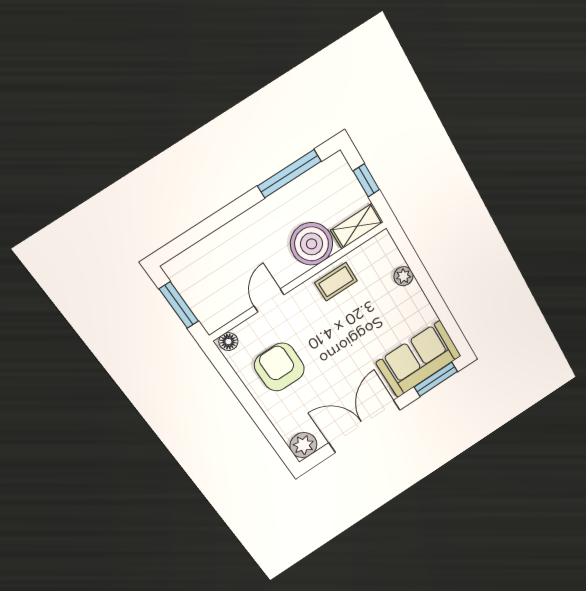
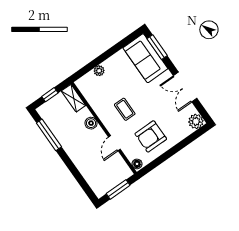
boiler: (312, 244) -> (91, 123), width x0.54, depth x0.54
coffee table: (336, 282) -> (125, 109), moved
door: (269, 300) -> (114, 143), hinge flipped
double door: (364, 426) -> (185, 87), width x0.73

